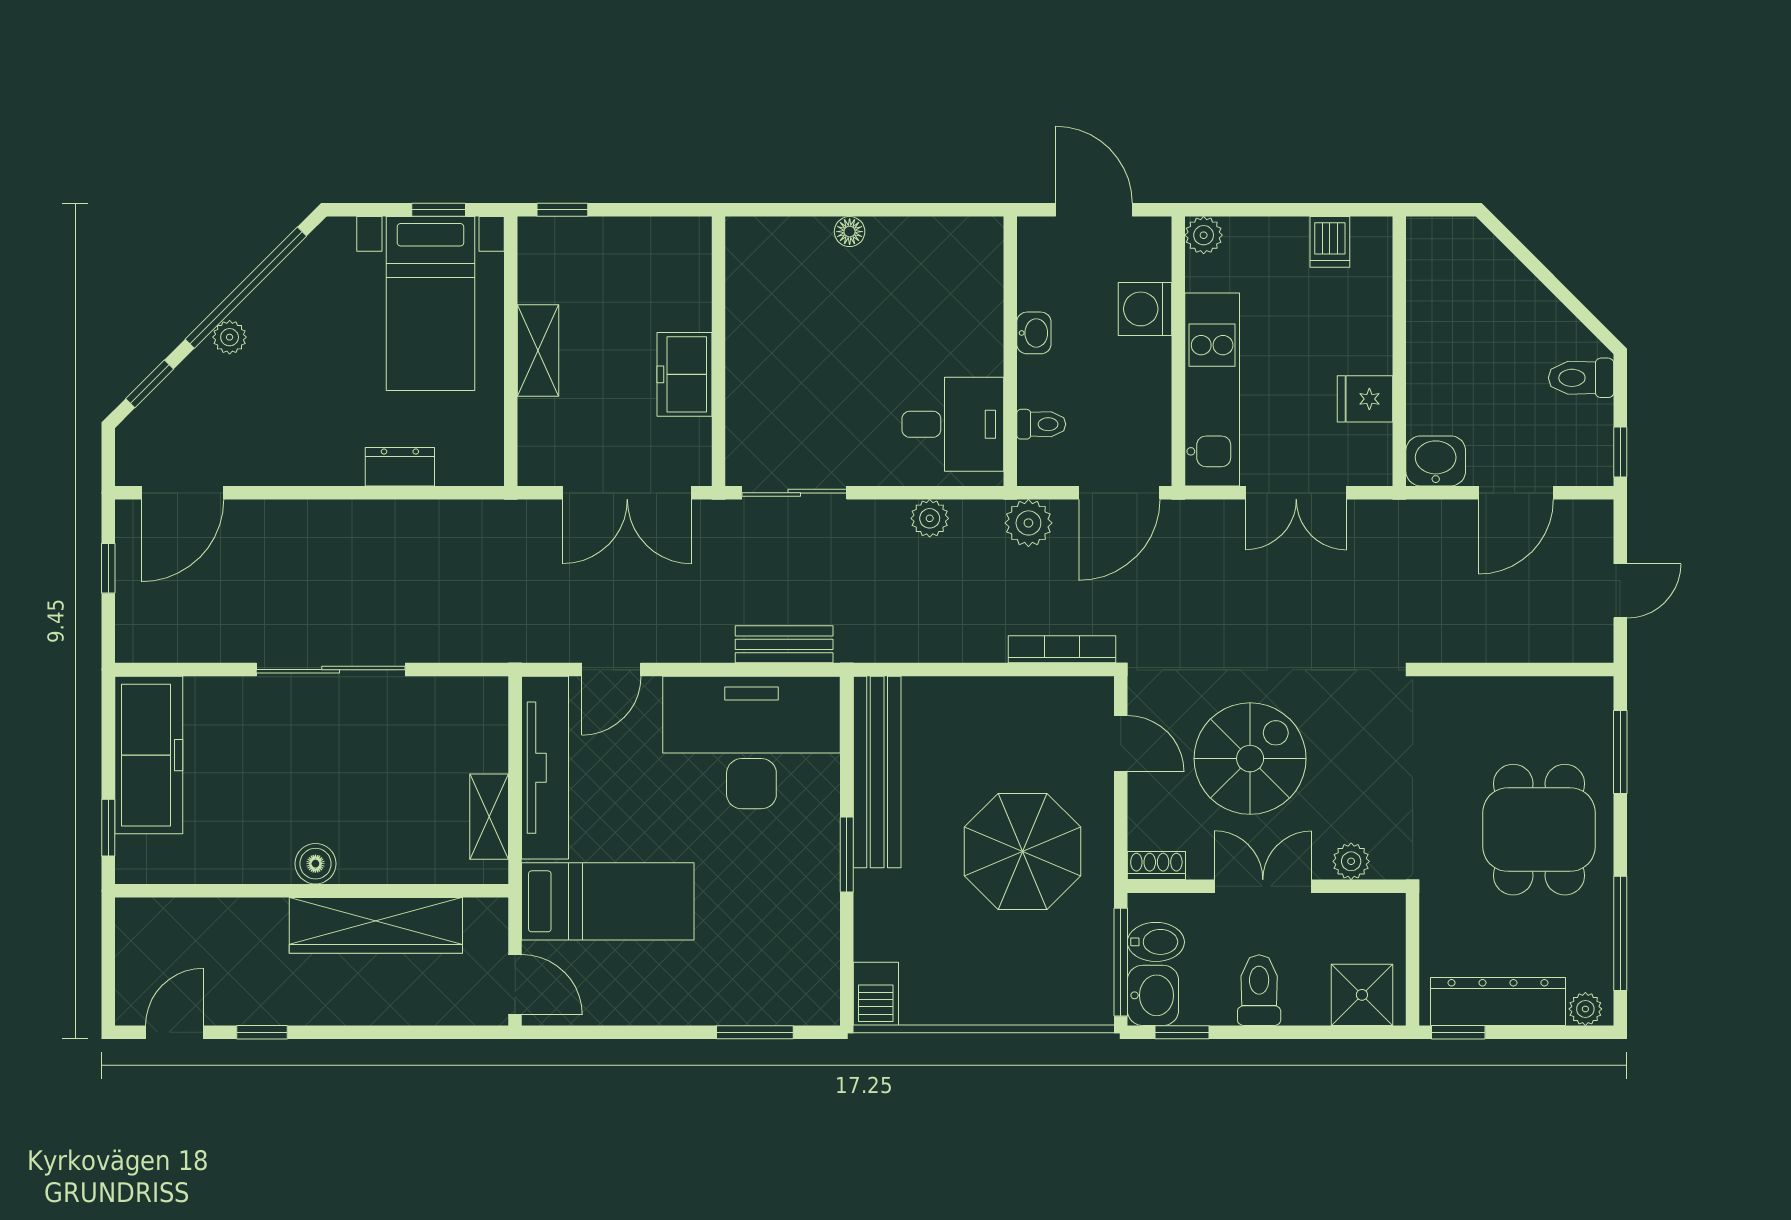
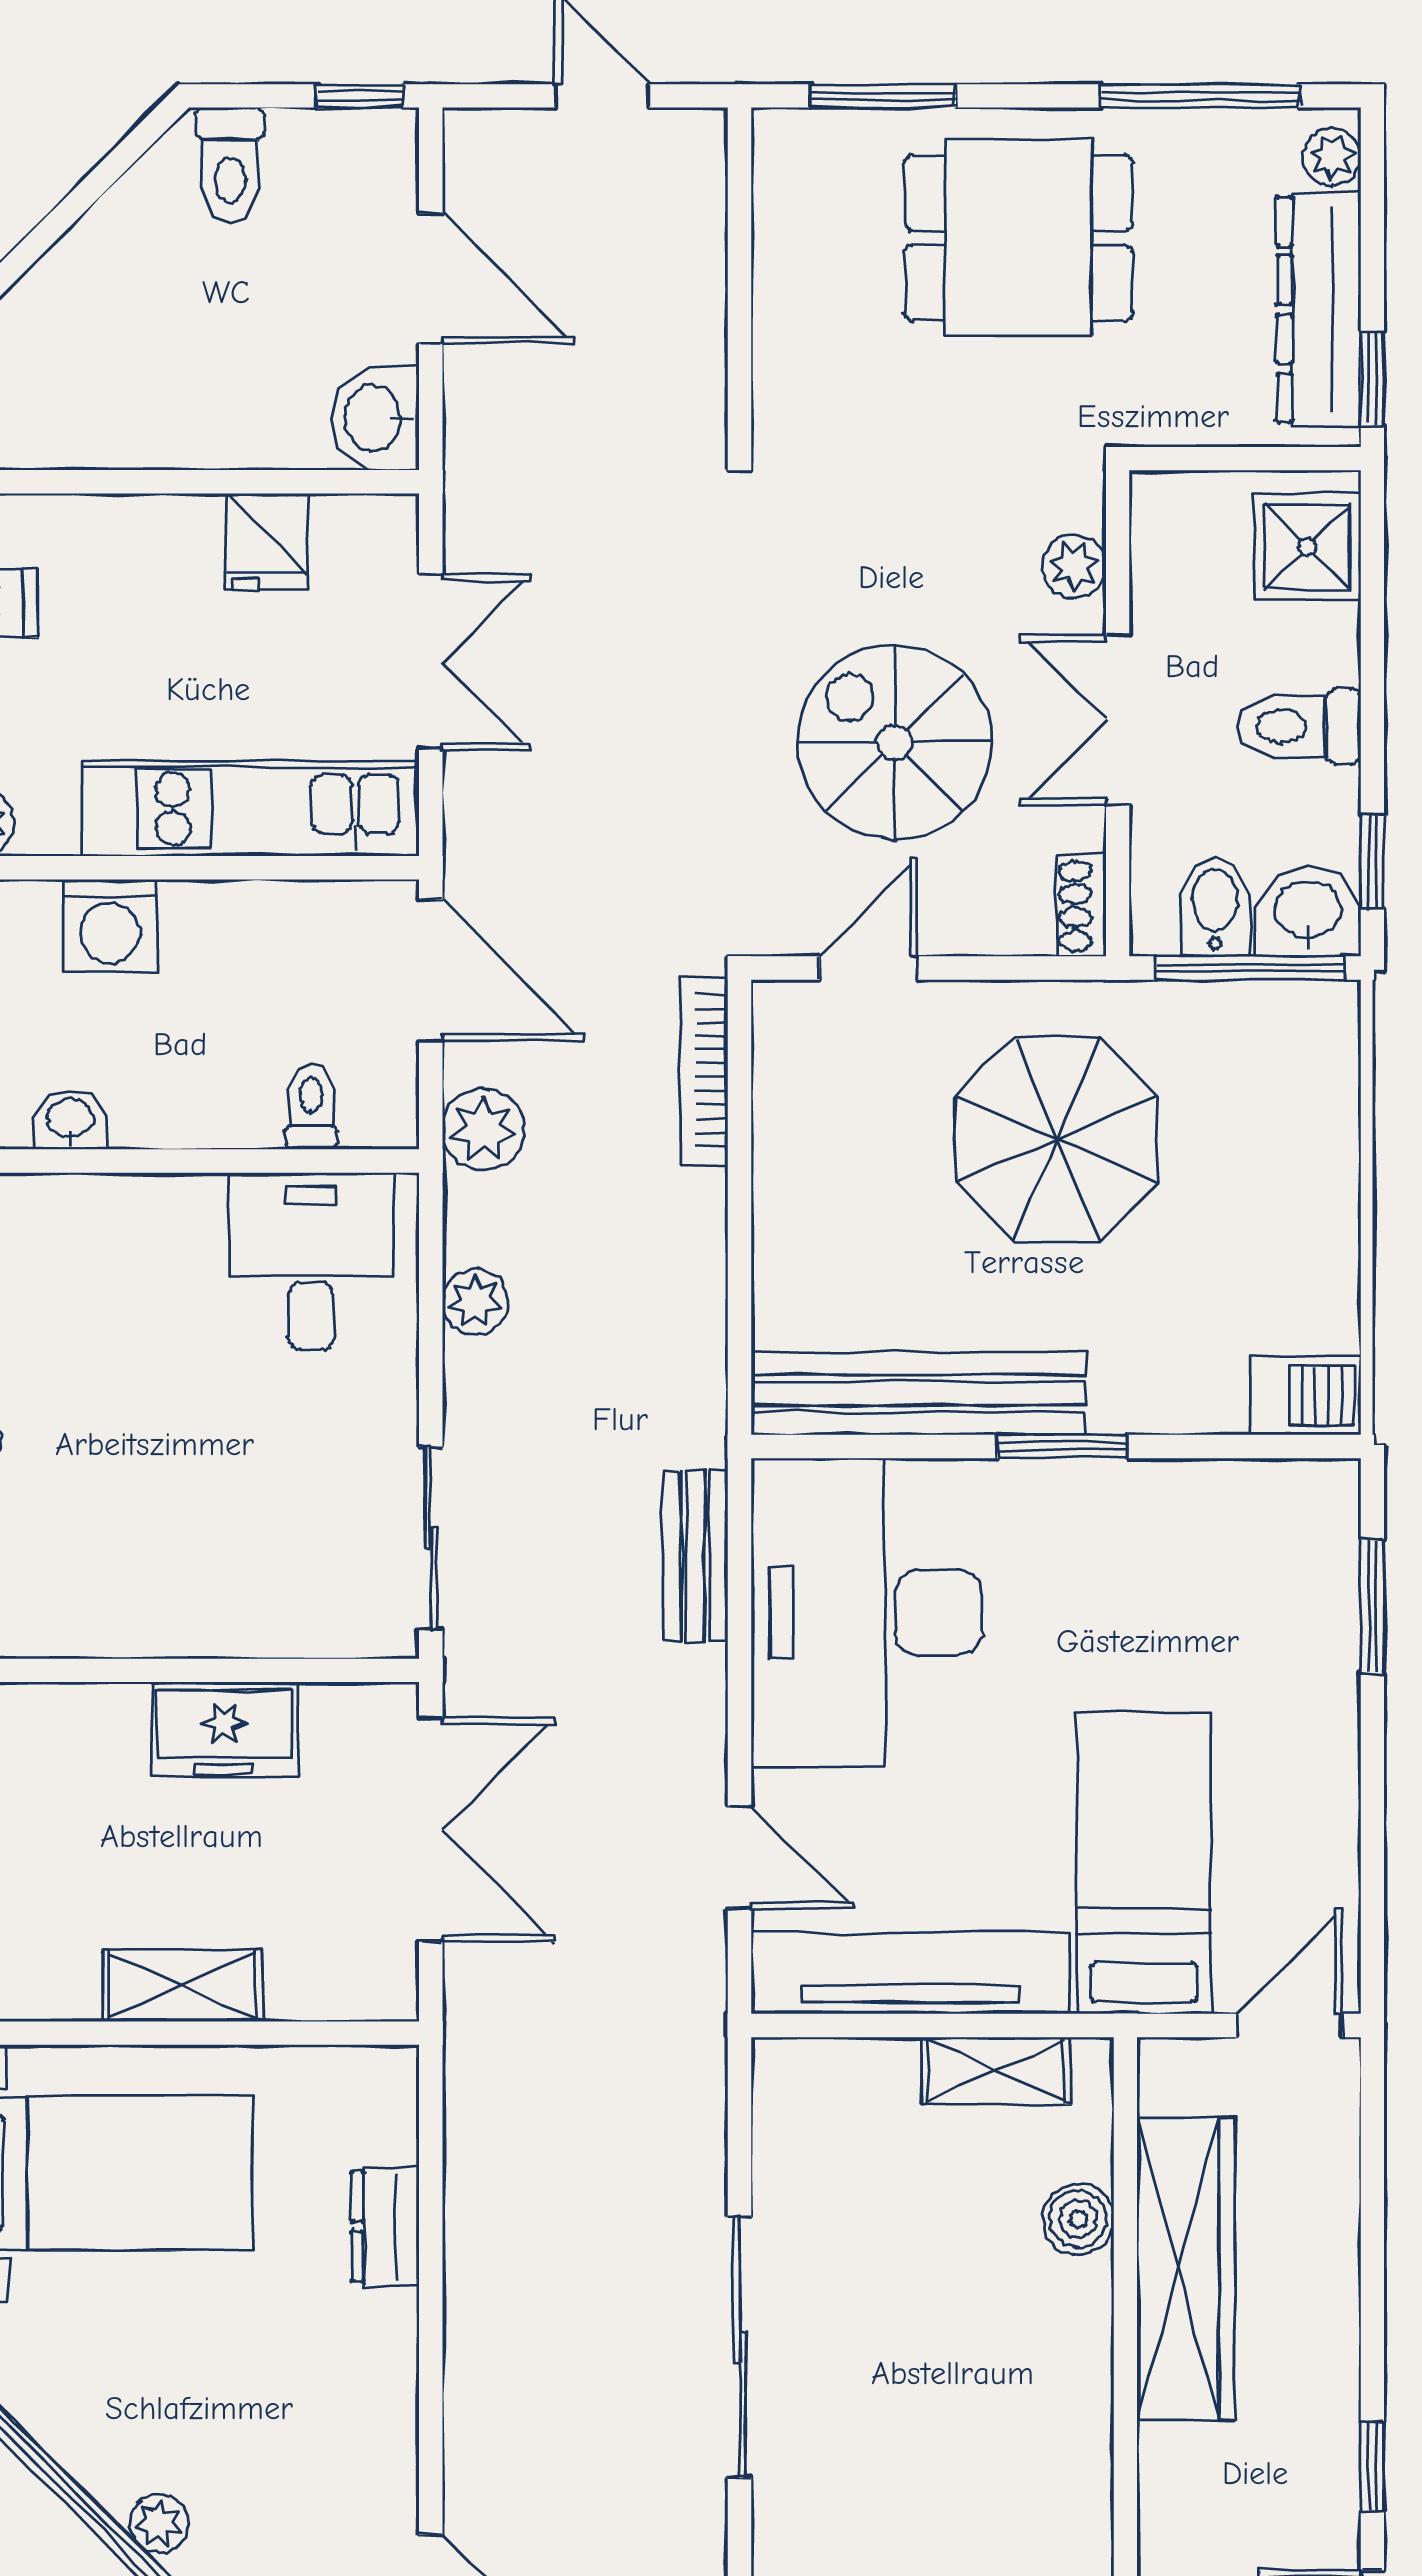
washbasin: (1034, 333) -> (70, 1120), moved
boiler: (315, 864) -> (1078, 2219), moved

